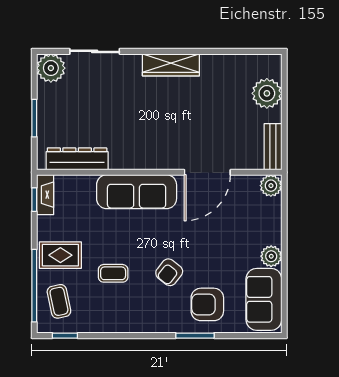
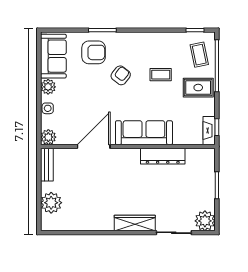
wardrobe: (171, 65) -> (135, 223), moved
dresser: (77, 159) -> (163, 156), moved
side table: (272, 226) -> (48, 108), added

